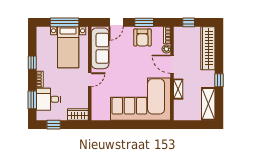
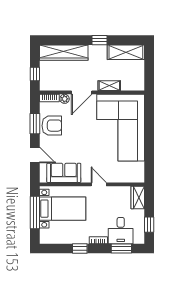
sofa: (100, 48) -> (64, 173), width x0.73

